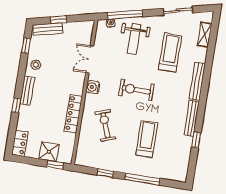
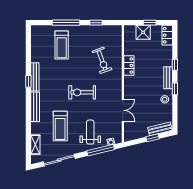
sliding door: (178, 11) -> (59, 160), width x1.37
window: (26, 46) -> (175, 89), moved
water cooler: (93, 87) -> (117, 89), removed
exercise bike: (136, 90) -> (82, 92), turned 180
locker: (73, 114) -> (129, 65), width x0.66
treadmill: (147, 139) -> (62, 45), moved
window: (196, 140) -> (28, 81), moved
window: (55, 165) -> (150, 23), moved

